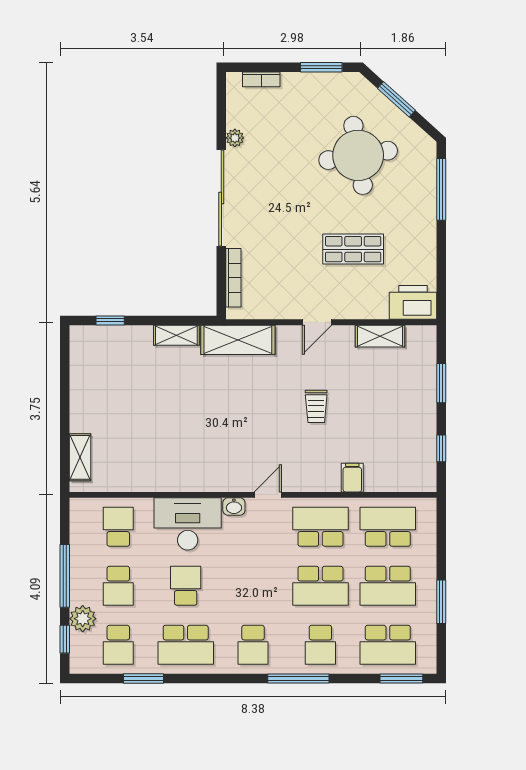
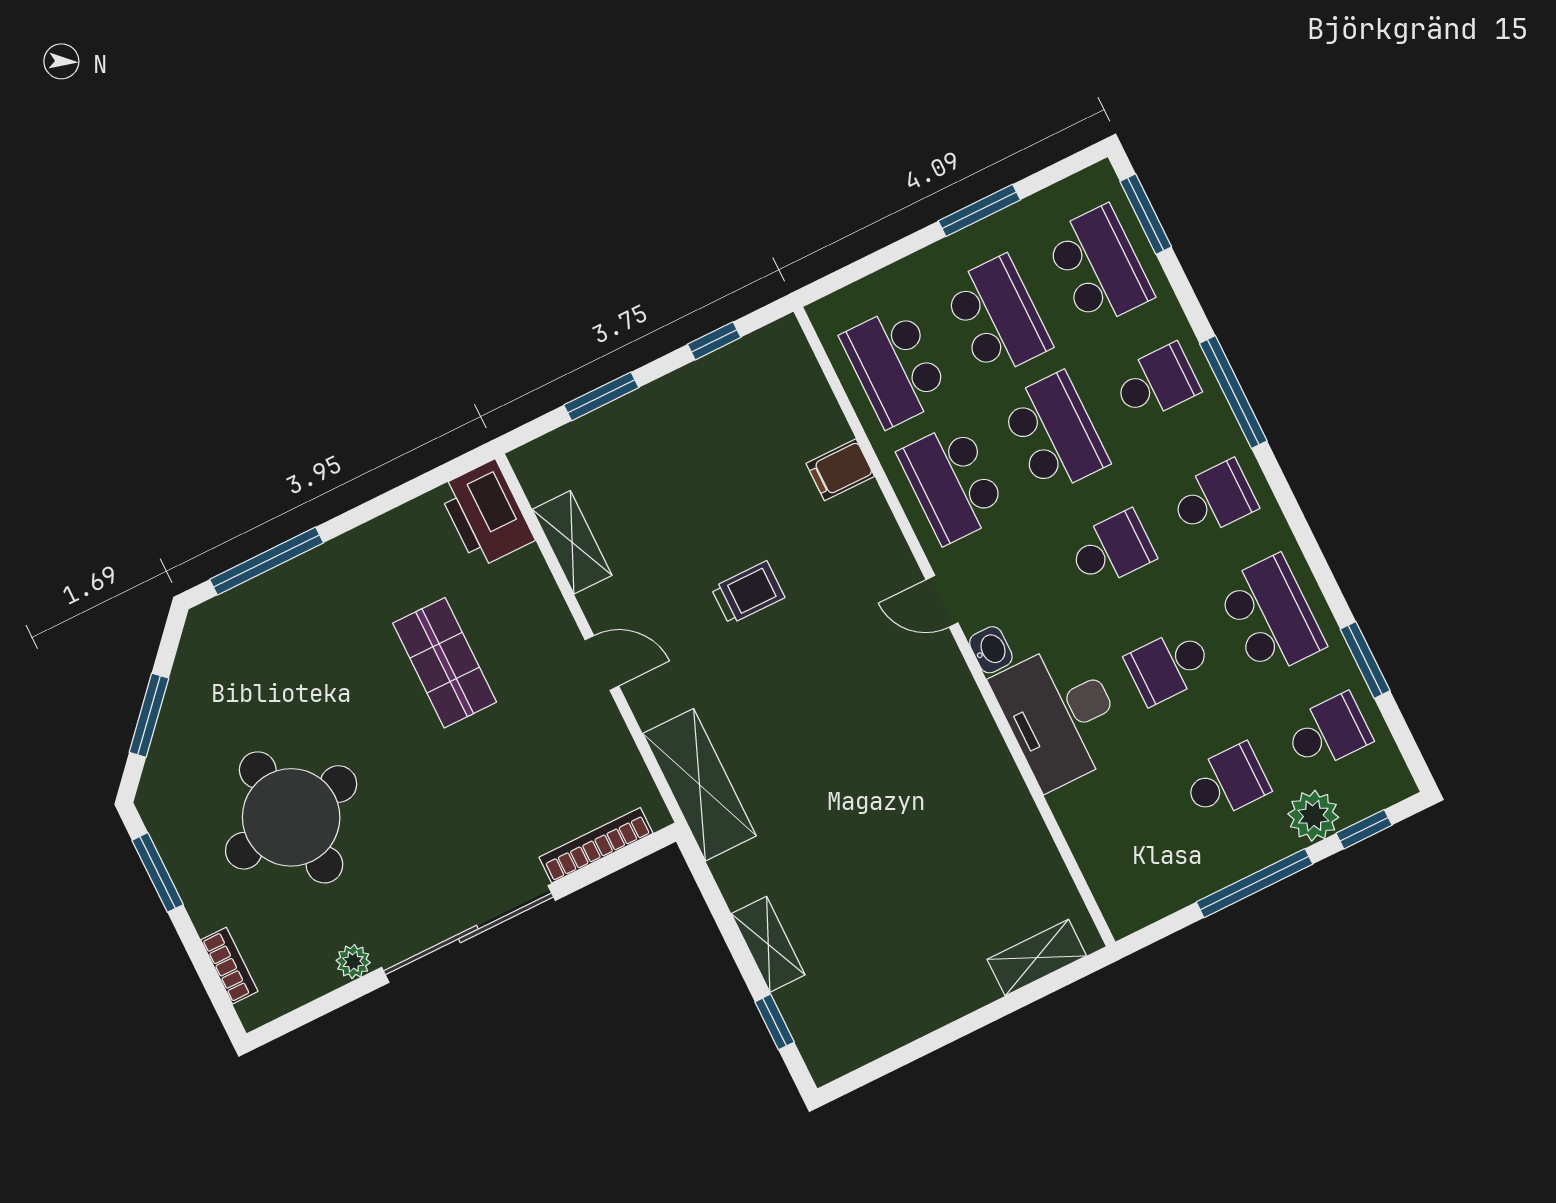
round table: (358, 155) -> (291, 817), moved
shelving: (176, 335) -> (768, 944), moved
school desk: (118, 527) -> (1112, 549), moved, turned 180

